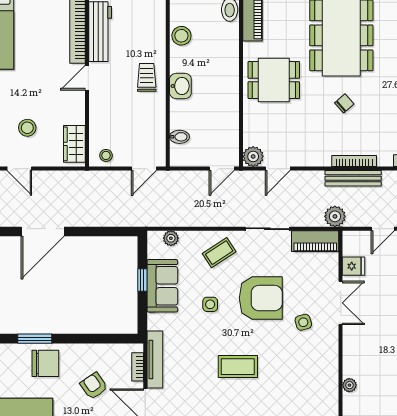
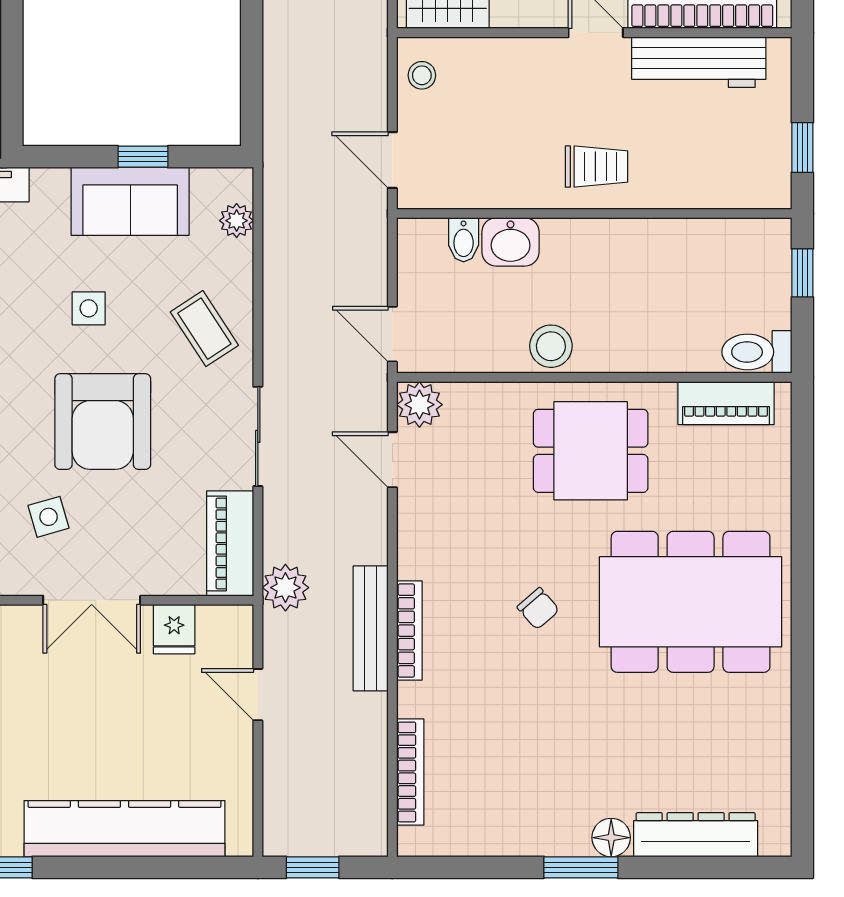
stool: (181, 36) -> (551, 346), moved
dining table: (274, 80) -> (591, 451), turned 90
washbasin: (180, 86) -> (511, 242), moved

